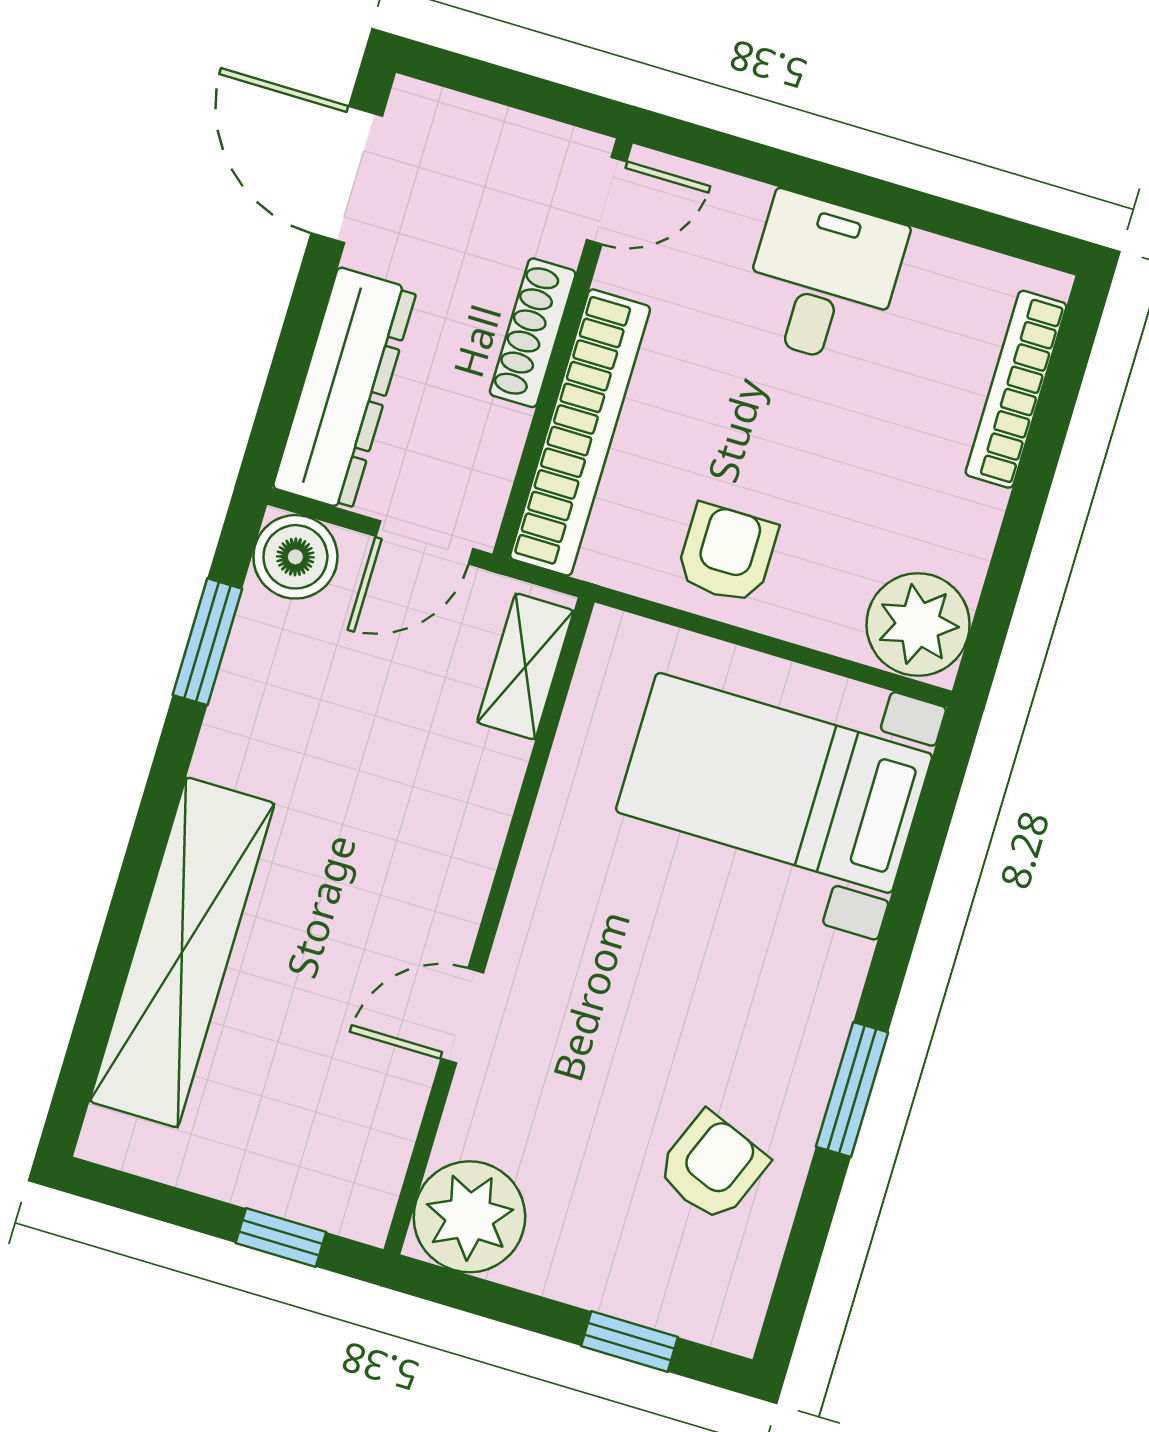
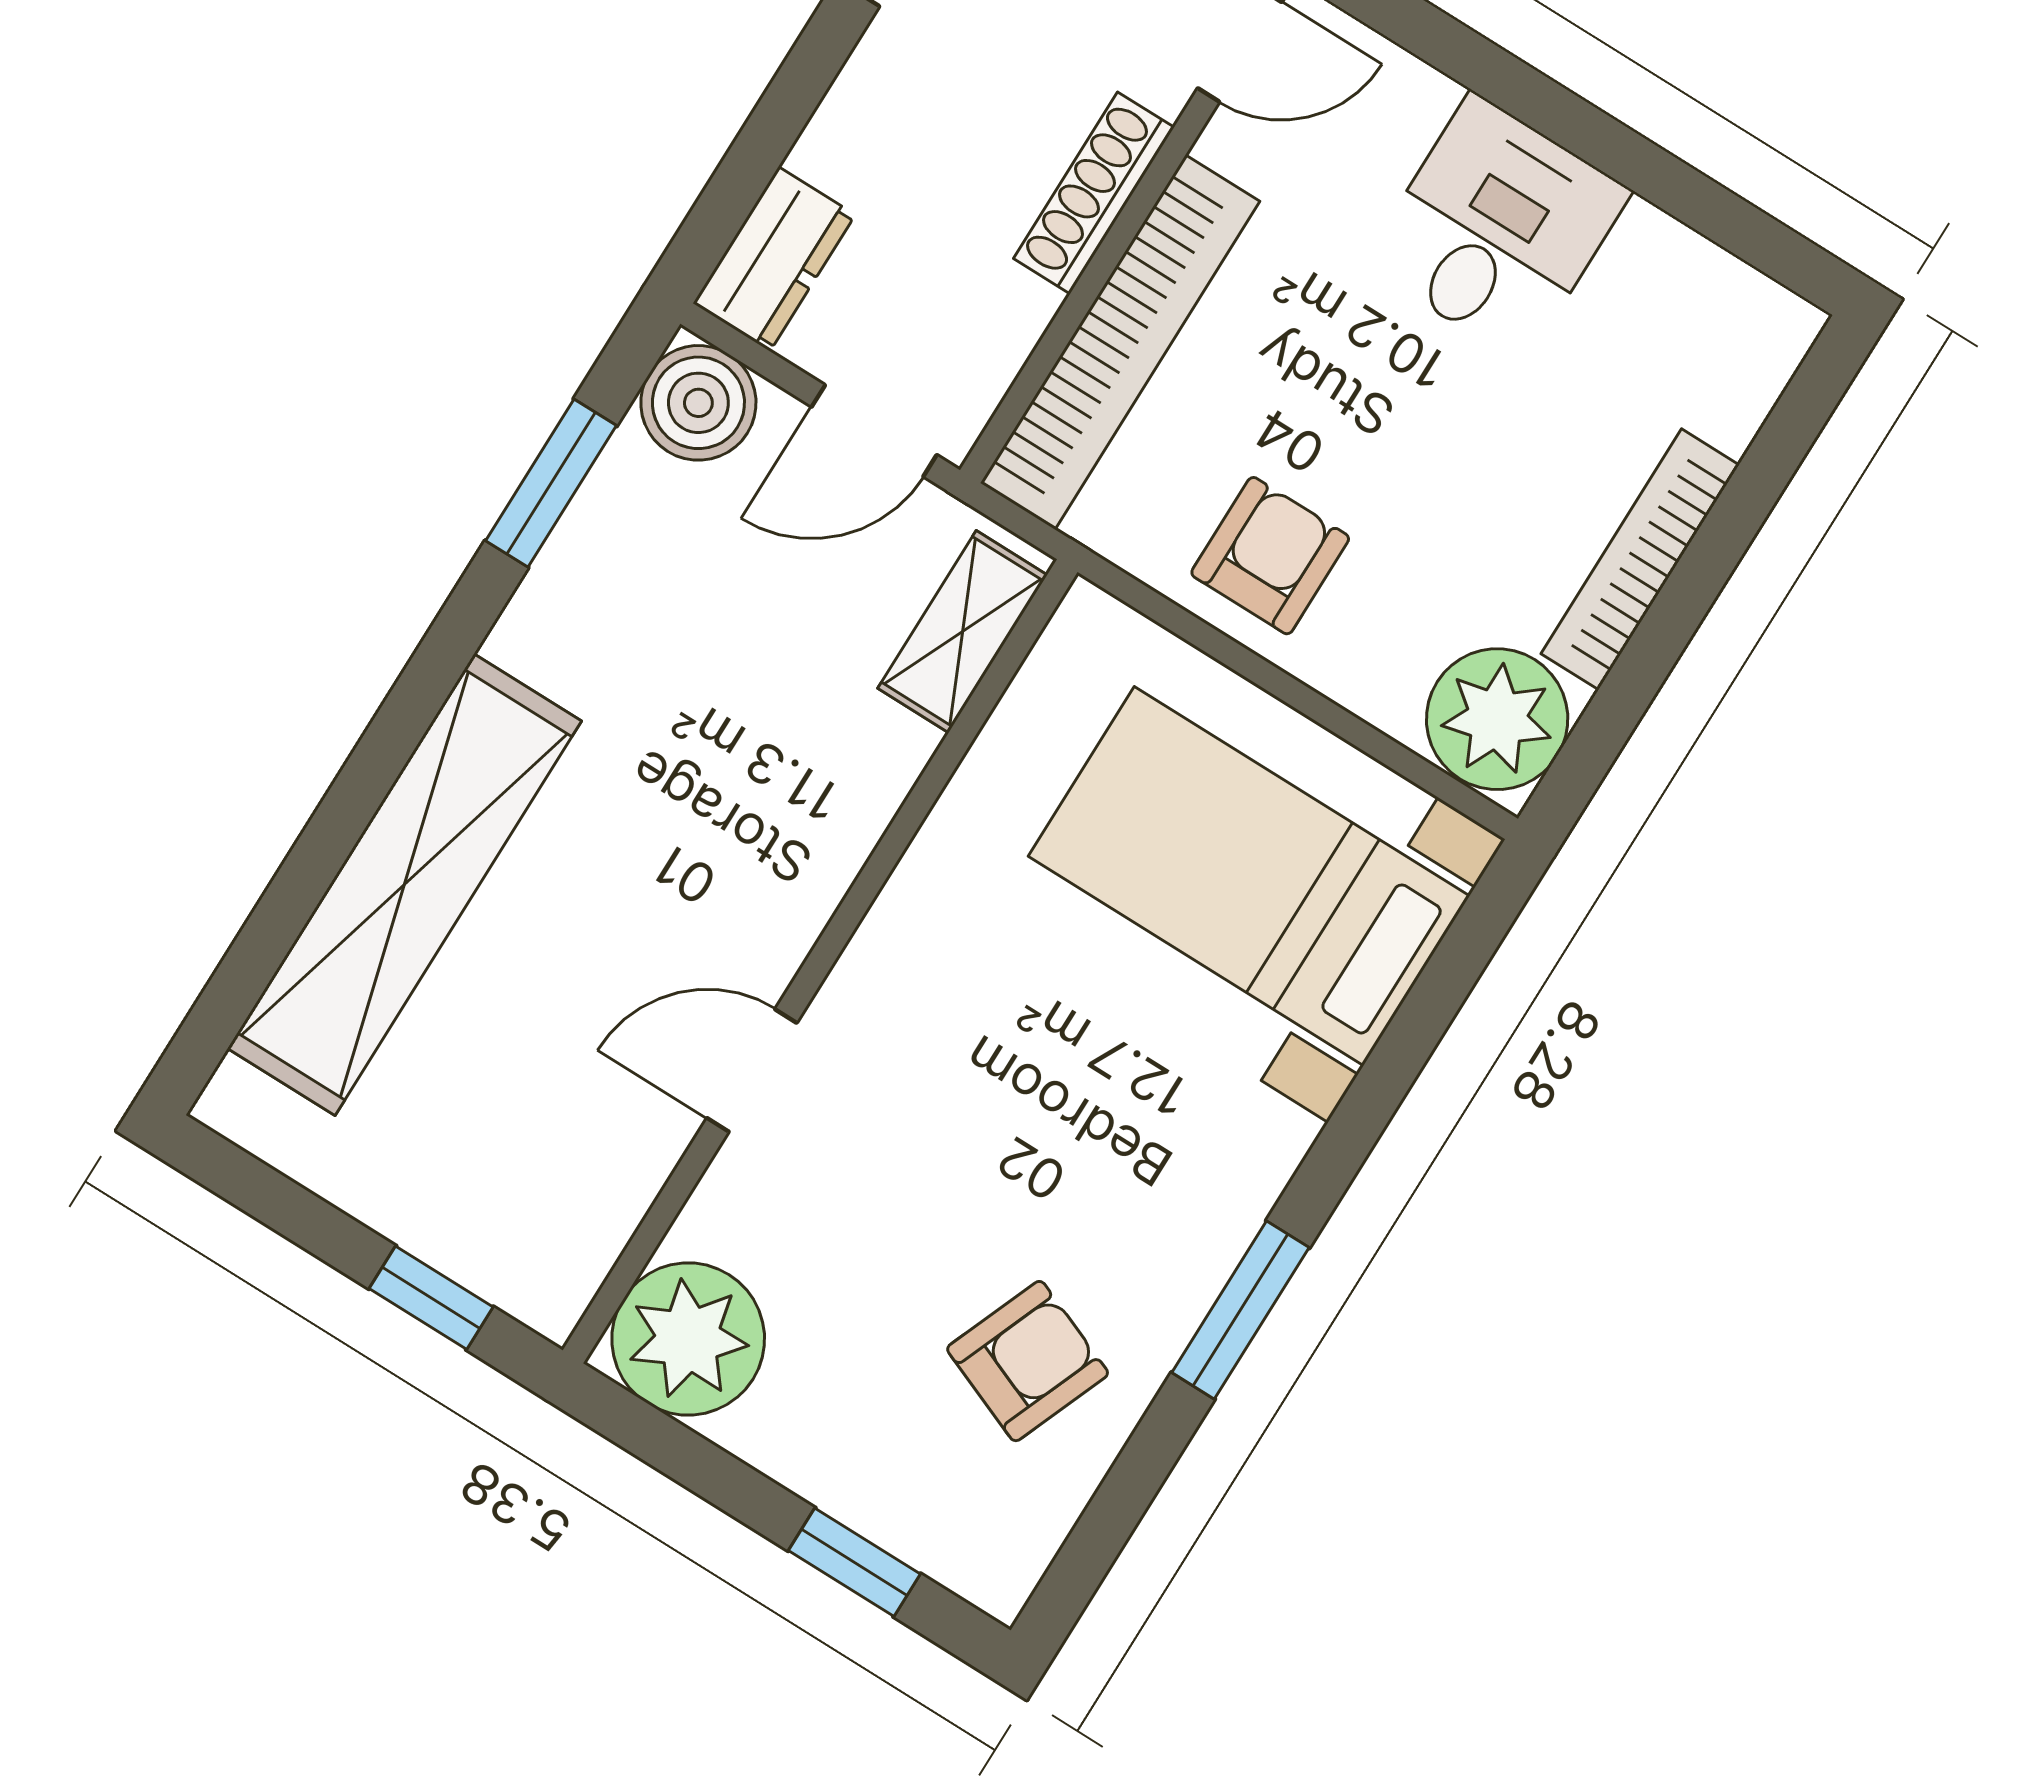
dresser: (345, 389) -> (774, 259), width x0.51, depth x0.80
bookcase: (1016, 389) -> (1640, 559), moved

